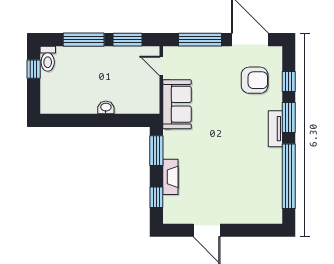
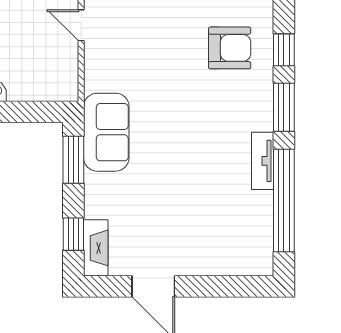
sofa: (177, 104) -> (106, 132), moved
tv unit: (275, 129) -> (263, 161), moved
fireplace: (170, 177) -> (96, 248), moved

